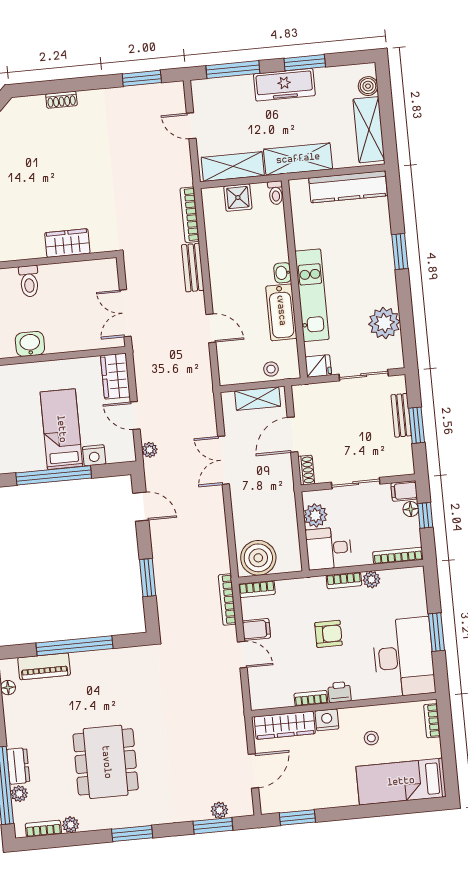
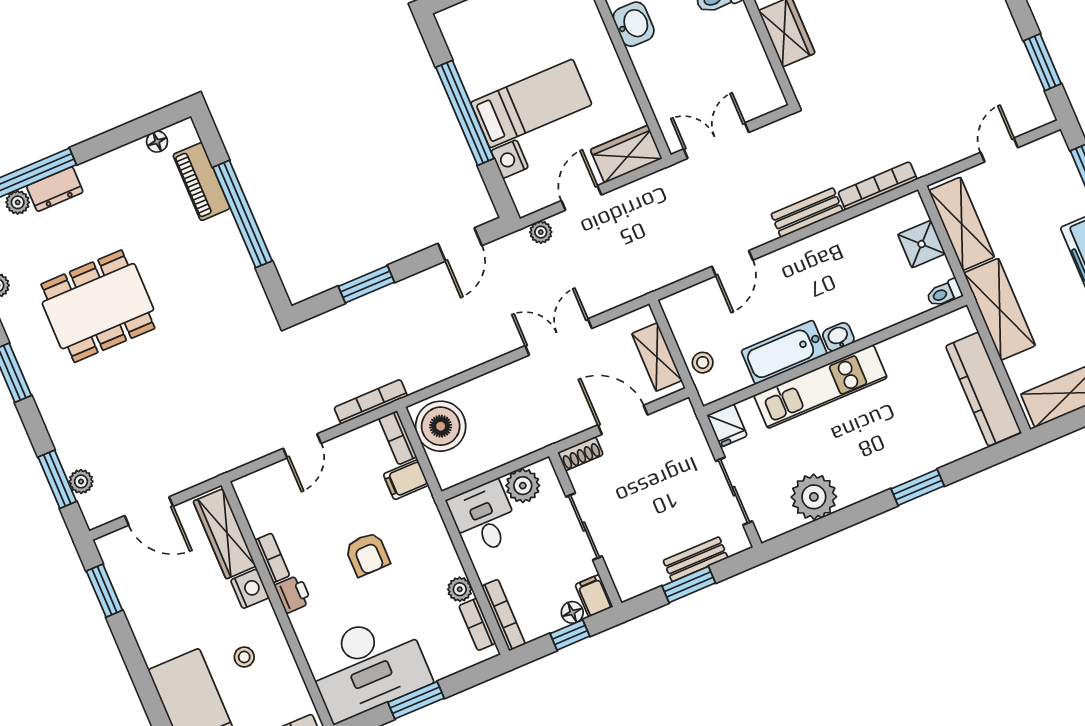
bookcase: (344, 580) -> (477, 624), moved
filing cabinet: (256, 629) -> (406, 480), moved, turned 90

